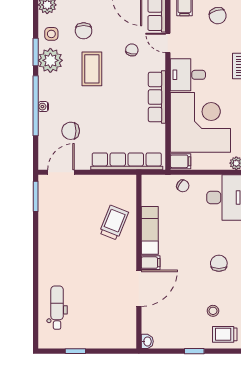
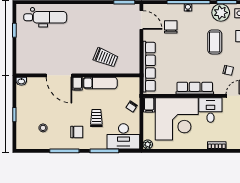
coffee table: (92, 69) -> (215, 42), turned 90
dental chair: (57, 308) -> (45, 17), width x1.36, depth x1.38
trolley: (225, 334) -> (96, 118), moved

